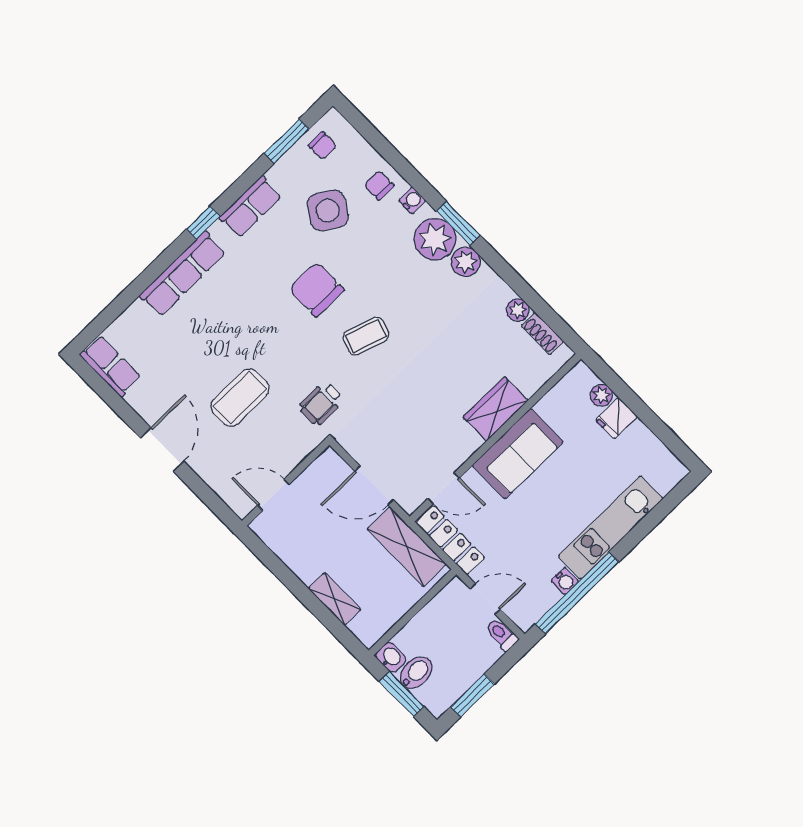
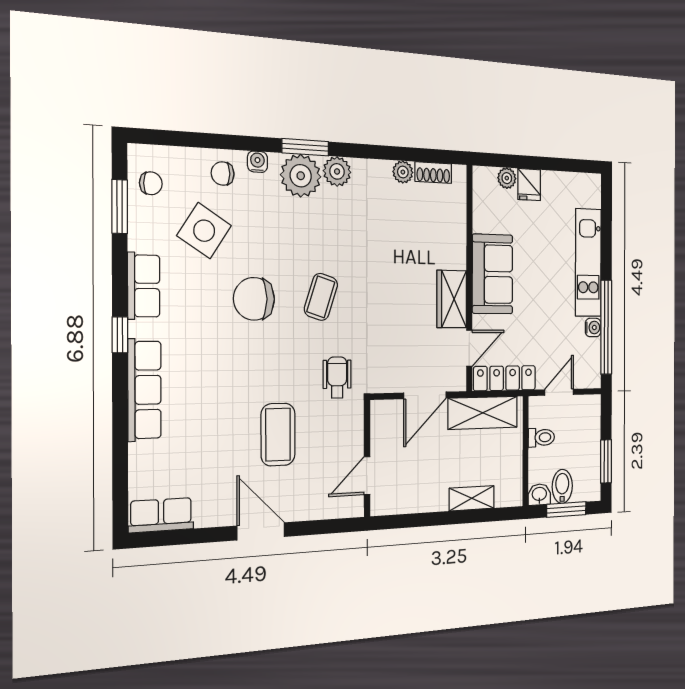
wheelchair: (321, 403) -> (337, 378), turned 180
wardrobe: (495, 409) -> (452, 299), moved
toilet: (502, 635) -> (541, 437), moved, turned 180

